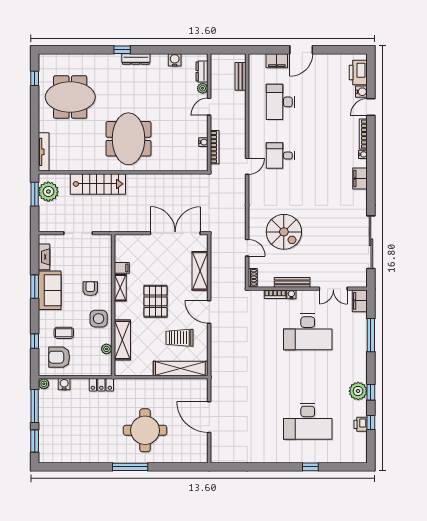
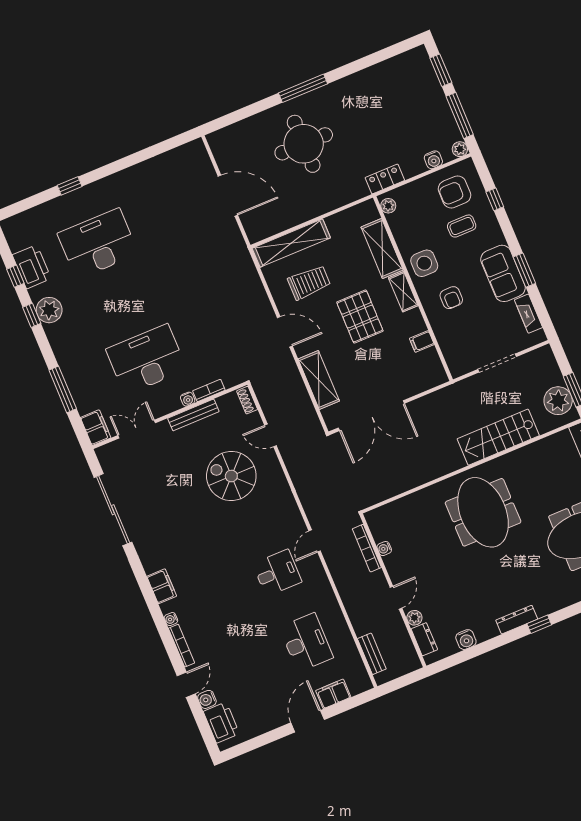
shelving: (120, 288) -> (403, 292), moved
plant: (106, 349) -> (388, 206), moved
armchair: (59, 357) -> (454, 192), turned 180
printer: (361, 424) -> (32, 267), width x1.87, depth x1.48

